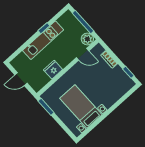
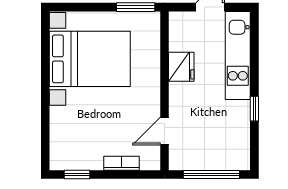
plant: (87, 39) -> (181, 158), removed
kitchen unit: (43, 40) -> (238, 55), moved
bed with nightstands: (81, 106) -> (90, 59), width x1.36

